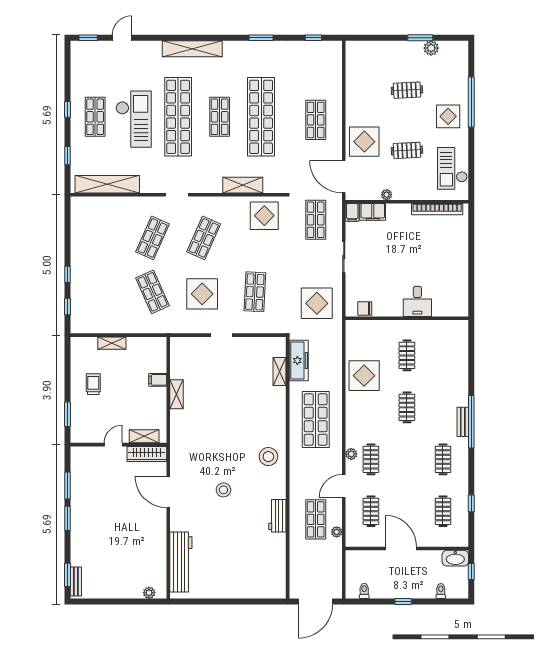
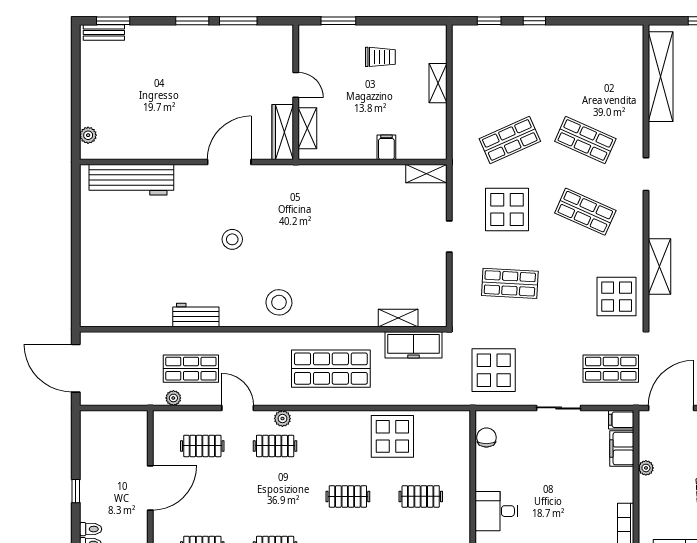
shelving: (177, 394) -> (426, 174), moved
toilet: (364, 591) -> (91, 529), moved

